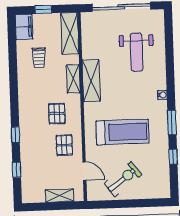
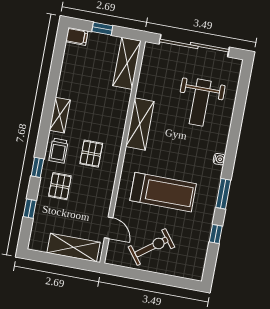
filing cabinet: (24, 27) -> (77, 36), width x0.50
trolley: (39, 58) -> (58, 151), moved
shelving: (73, 79) -> (60, 115), moved
pallet: (64, 145) -> (60, 186), moved
shelving: (59, 196) -> (74, 247), width x1.50, depth x1.33

